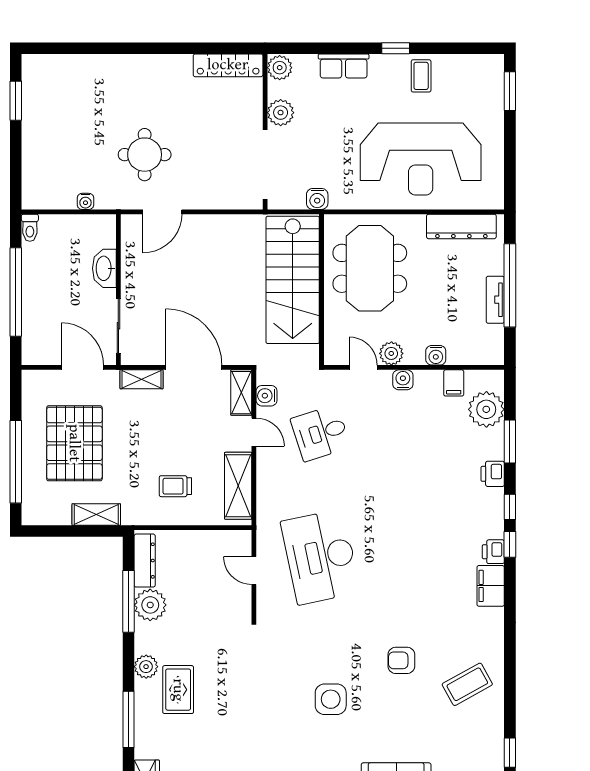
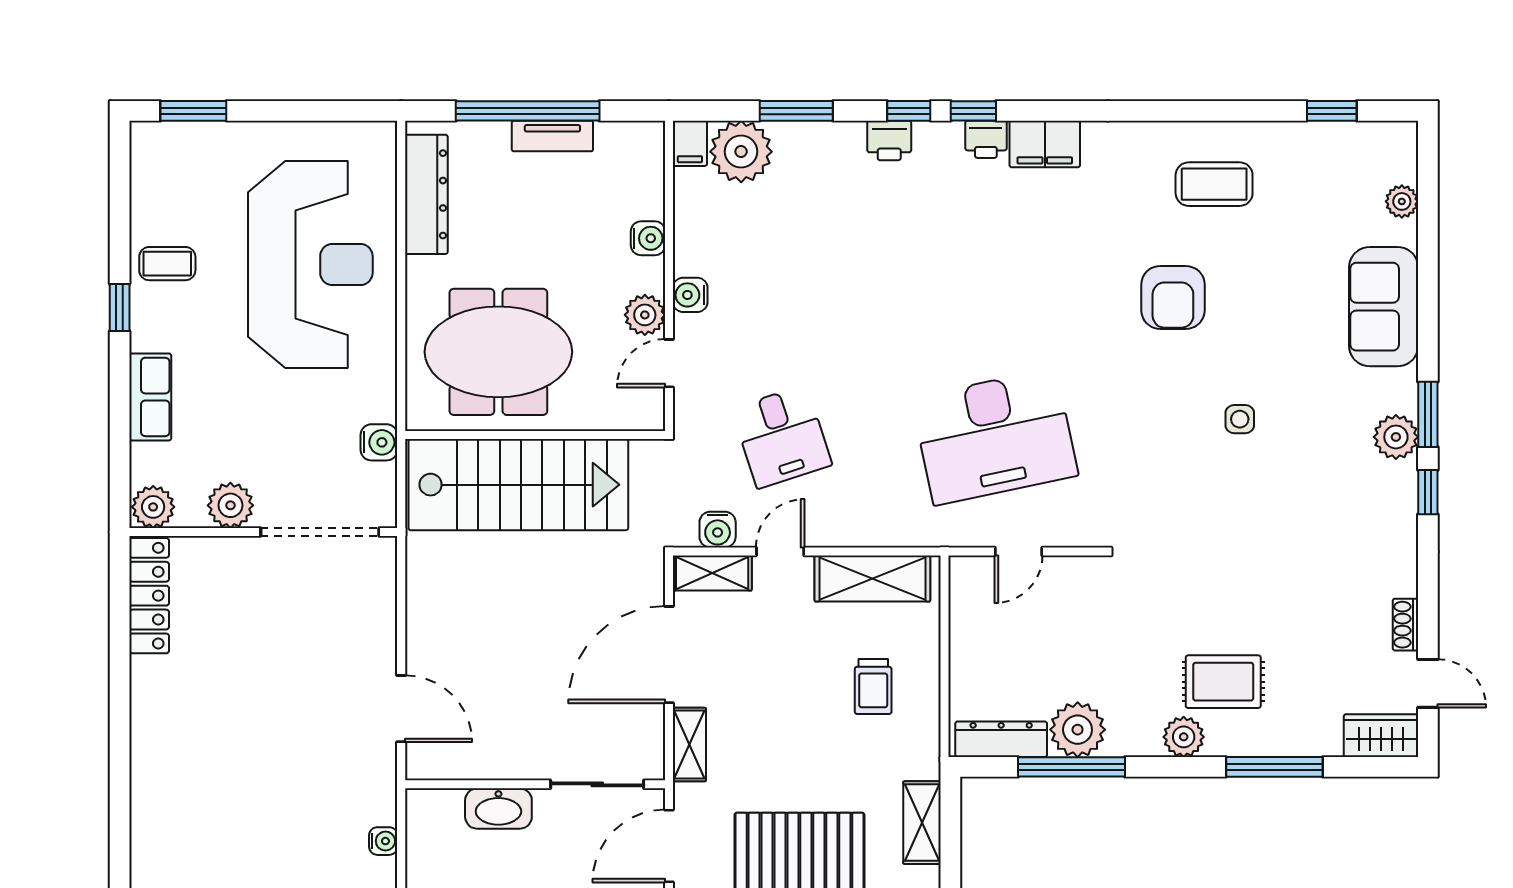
round table: (145, 155) -> (303, 739), removed
filing cabinet: (454, 383) -> (690, 143), moved, turned 90
printer: (493, 474) -> (889, 140), moved
armchair: (401, 660) -> (1173, 297), width x1.38, depth x1.38
coffee table: (467, 684) -> (1214, 184), turned -61
side table: (331, 699) -> (1240, 419), width x0.54, depth x0.54

